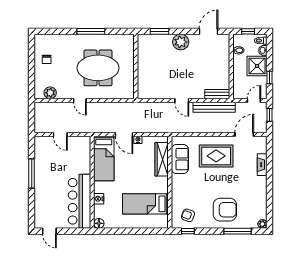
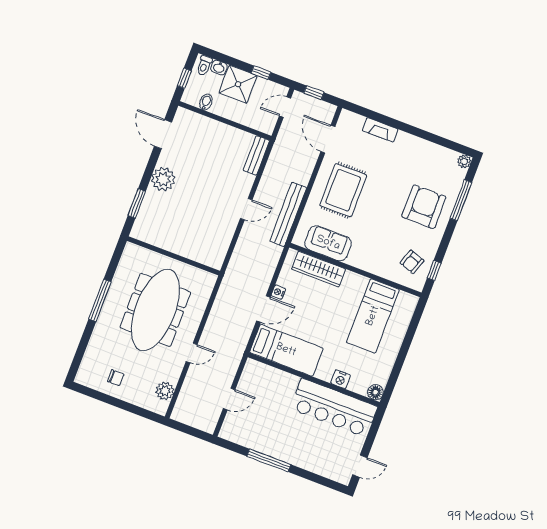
meeting table: (98, 68) -> (155, 310), width x1.36
door: (254, 100) -> (285, 107), hinge flipped
bench: (214, 107) -> (288, 214), moved

